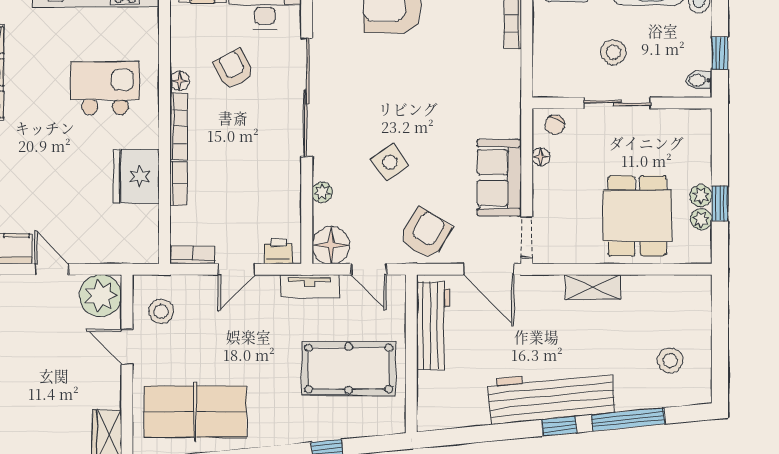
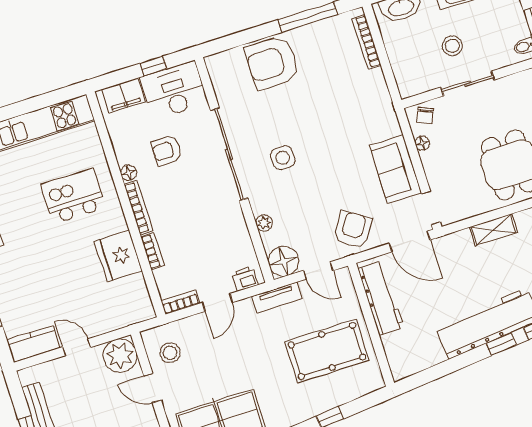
armchair: (234, 69) -> (167, 150), turned -62
side table: (390, 162) -> (283, 158), moved, turned 35

